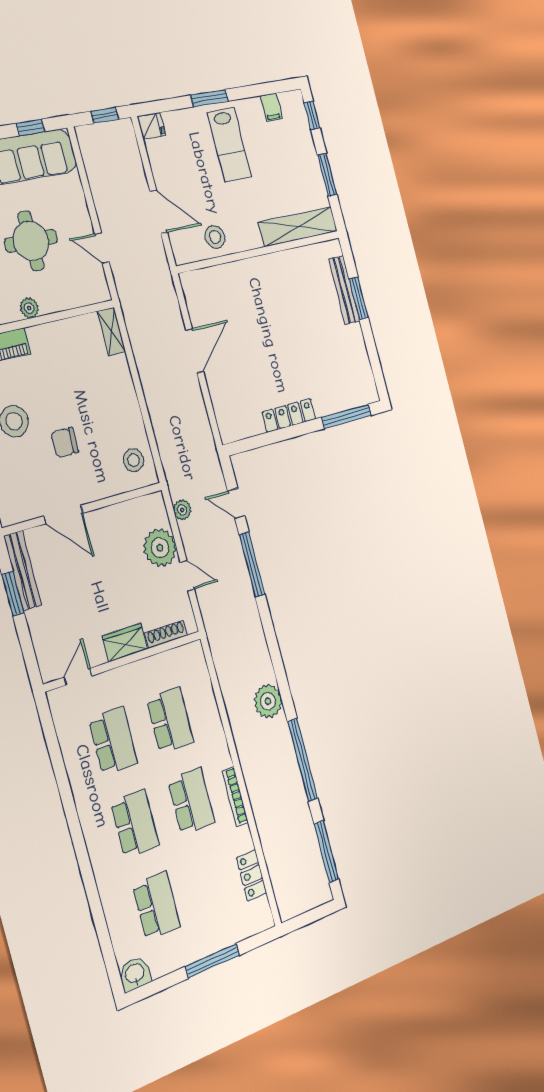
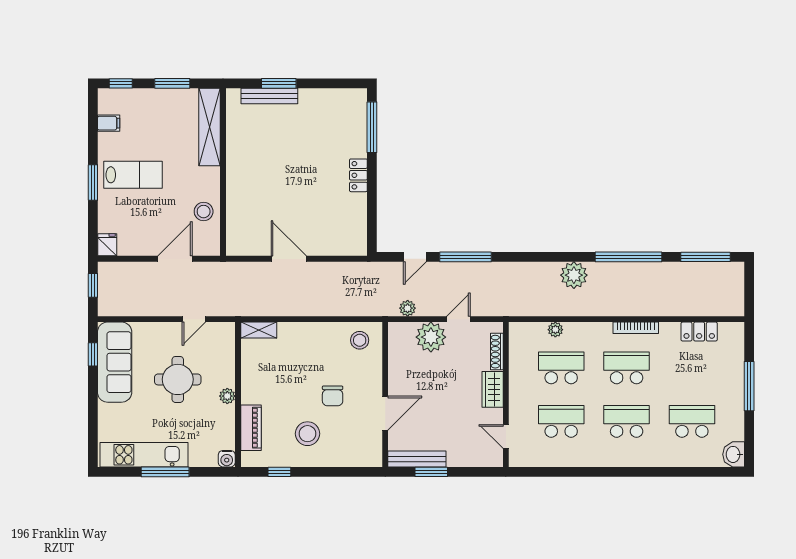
locker: (289, 415) -> (358, 175), width x0.66
plant: (208, 699) -> (555, 330), added

